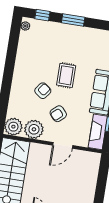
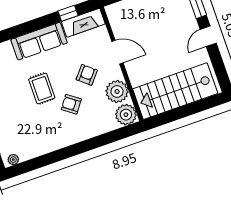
rug: (66, 75) -> (42, 88), turned 90
armchair: (58, 114) -> (87, 75), turned -98

